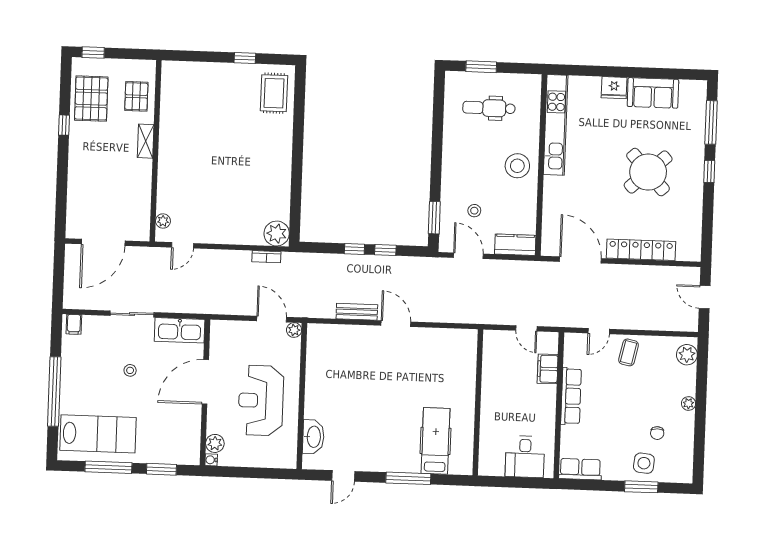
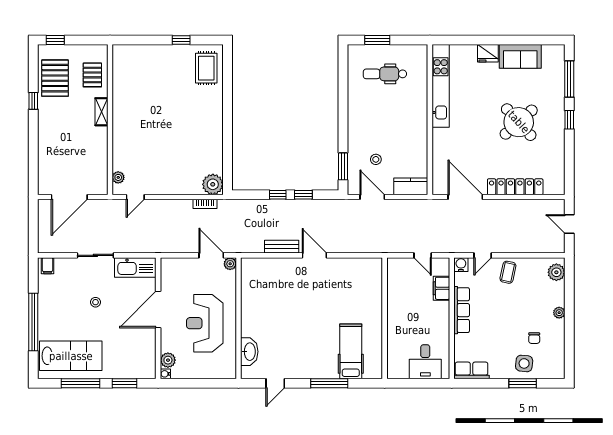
stool: (517, 166) -> (410, 121), removed
water cooler: (572, 341) -> (461, 265), added

